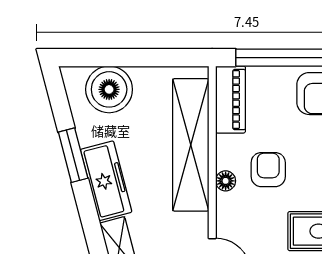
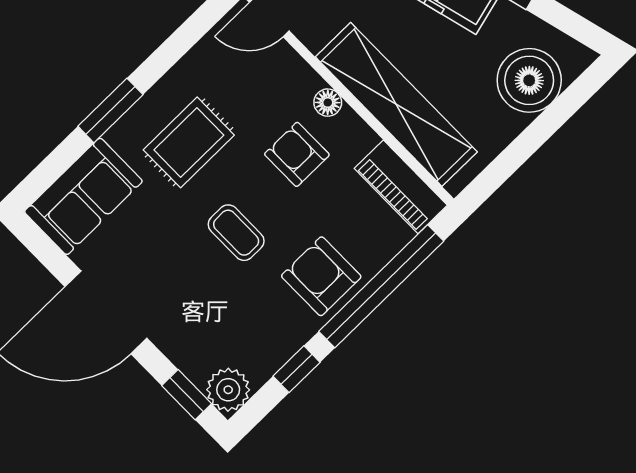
armchair: (268, 170) -> (297, 154), turned 180

